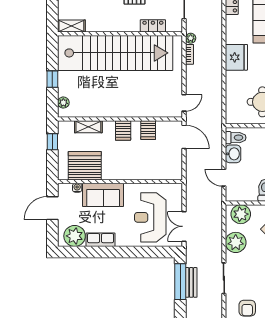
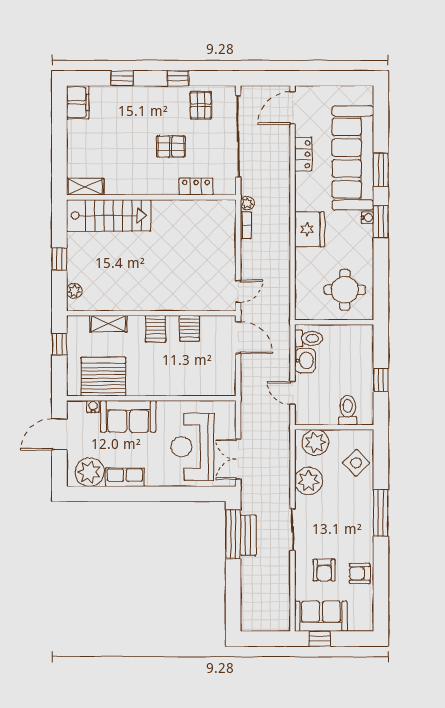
stairs: (115, 53) -> (109, 215), width x0.54, depth x0.66

